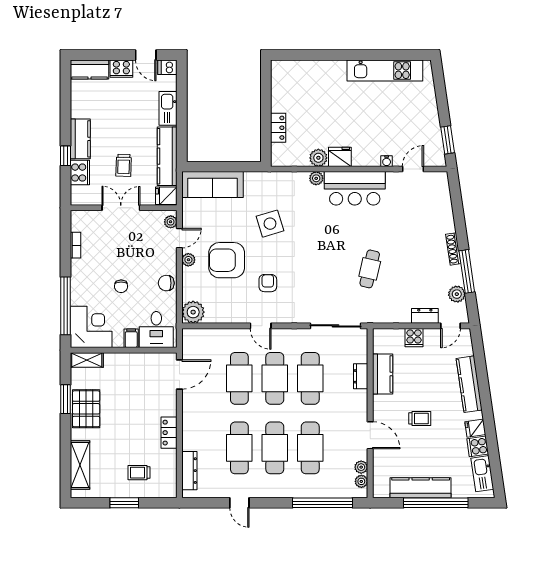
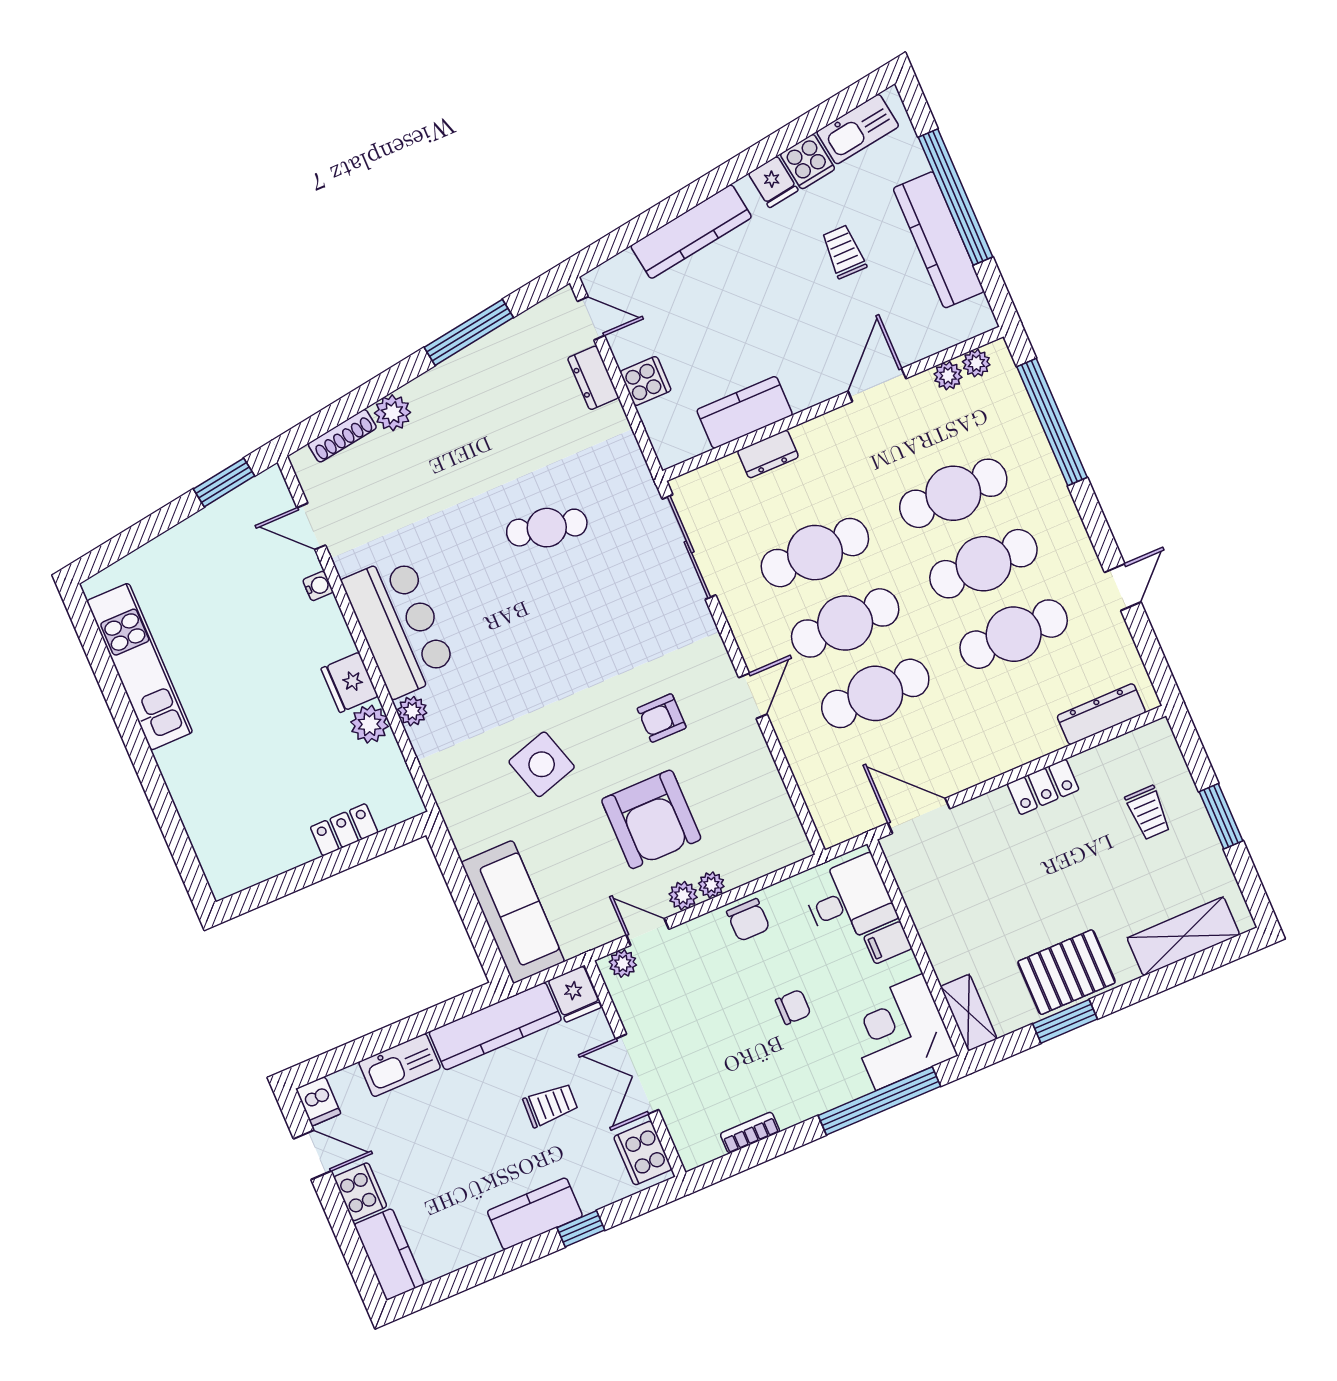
door: (146, 55) -> (312, 1155), hinge flipped
cooker: (80, 173) -> (643, 1153), moved, turned -90
shoe rack: (453, 249) -> (342, 436), moved
plant: (457, 294) -> (393, 413), moved
plant: (193, 312) -> (711, 885), moved, width x0.53, depth x0.53
trolley: (420, 418) -> (844, 252), moved

